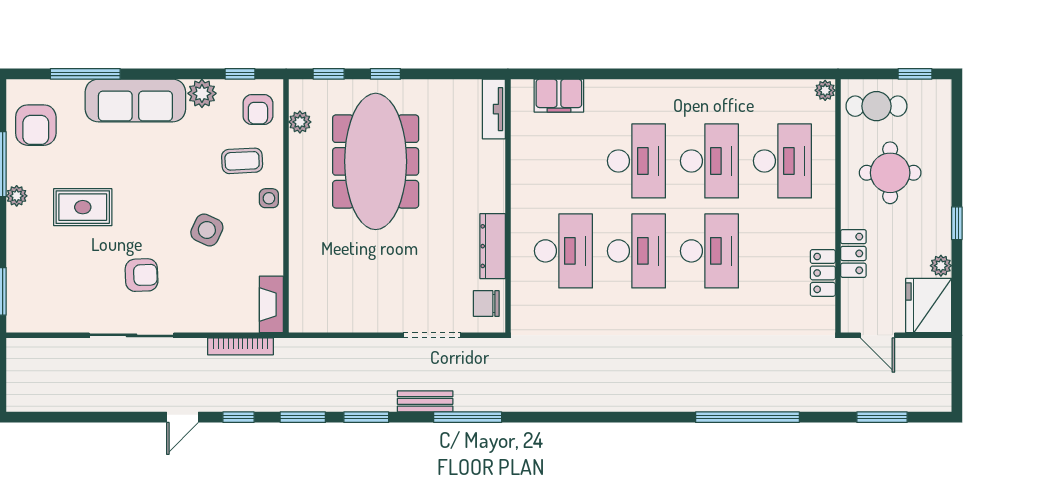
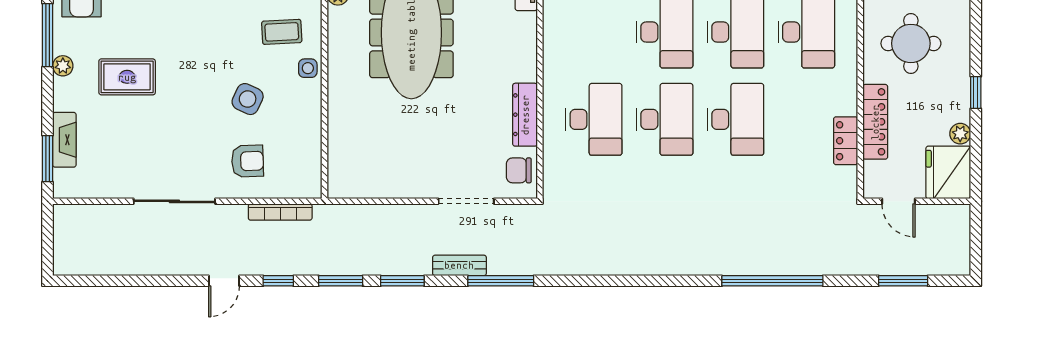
locker: (853, 253) -> (875, 122), width x1.53
armchair: (142, 275) -> (248, 161), moved
fireplace: (271, 304) -> (64, 140), moved, turned 180

